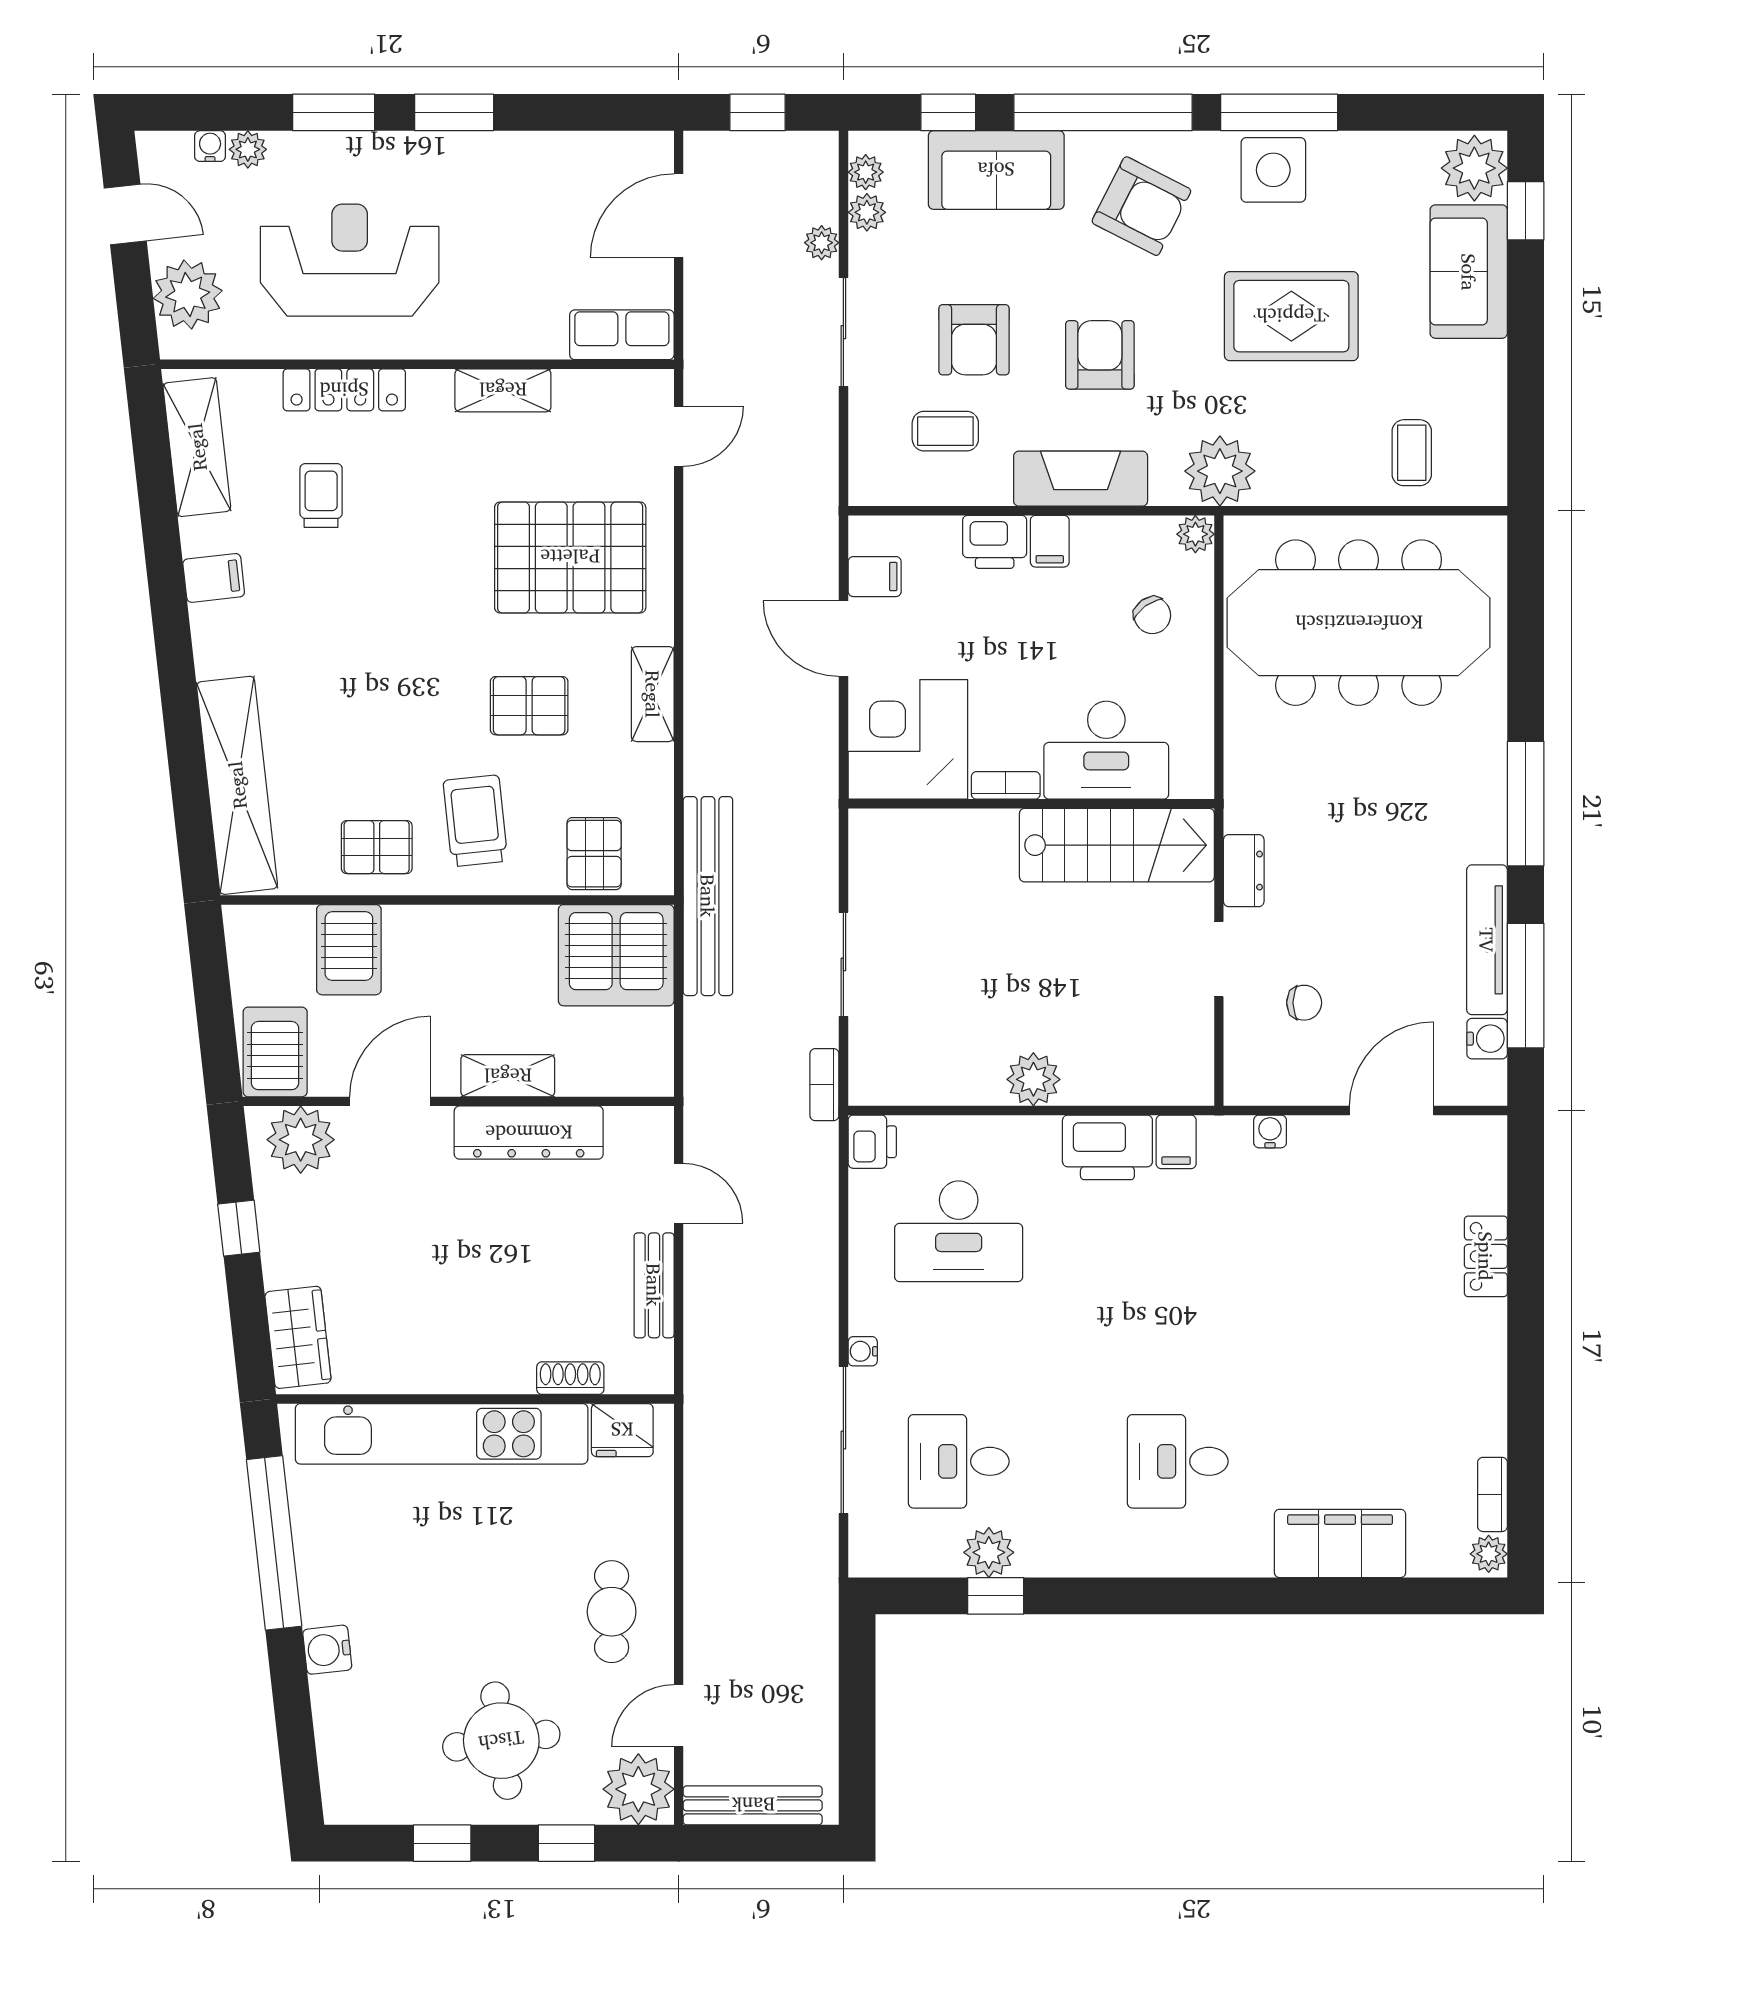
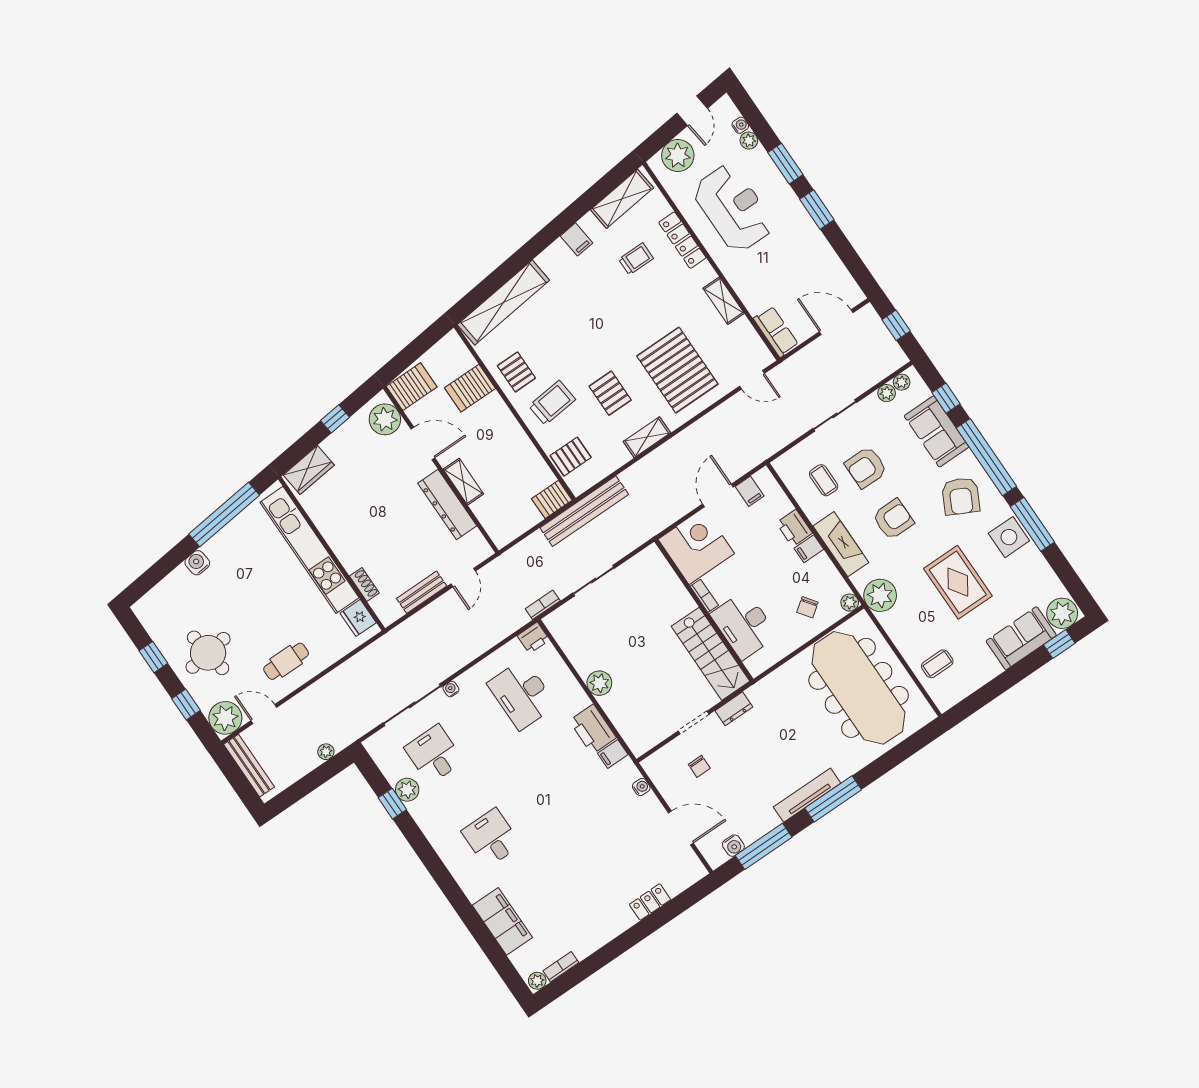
plant: (822, 243) -> (326, 752), moved
tv unit: (1487, 940) -> (807, 795), moved
server rack: (616, 955) -> (552, 499), width x0.46, depth x0.70

